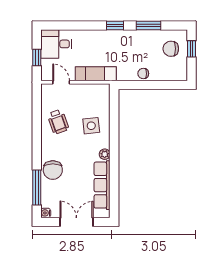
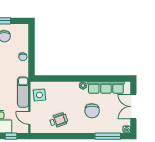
door: (61, 82) -> (29, 118), hinge flipped
side table: (91, 126) -> (39, 95), moved
chair: (53, 170) -> (92, 111), moved, turned 90

